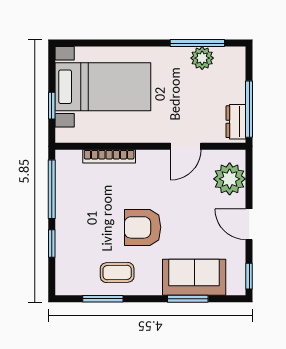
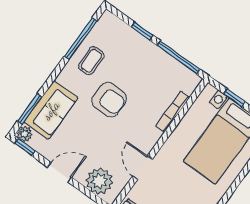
armchair: (143, 227) -> (109, 100), turned 90
plant: (236, 286) -> (24, 134), added
window: (103, 299) -> (81, 39), width x1.44
window: (188, 299) -> (30, 109), moved

